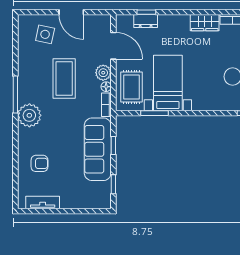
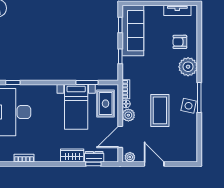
plant: (101, 21) -> (130, 157), added
wardrobe: (205, 23) -> (72, 156), moved
side table: (45, 34) -> (189, 106), moved
door: (113, 46) -> (120, 137), hinge flipped
plant: (29, 115) -> (188, 67), moved
sofa: (98, 149) -> (133, 31), moved

